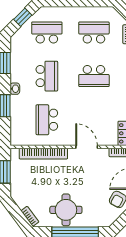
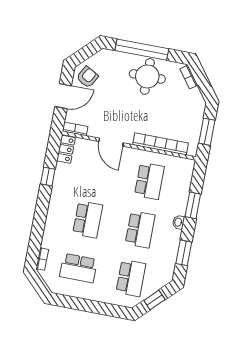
school desk: (47, 32) -> (131, 278), turned -90
school desk: (47, 76) -> (140, 229), turned 180
school desk: (94, 76) -> (88, 219), turned 90

